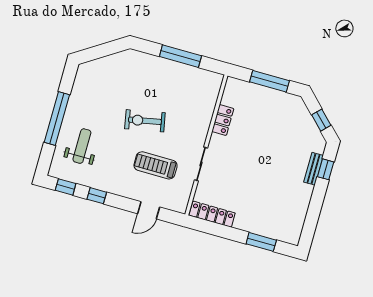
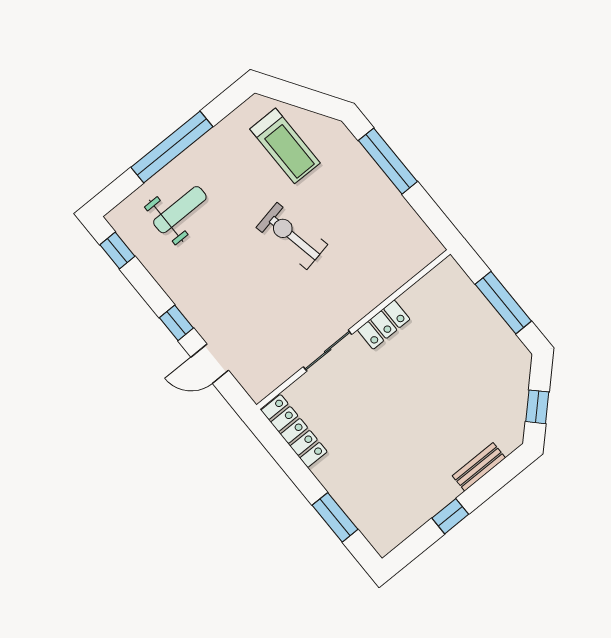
window: (180, 56) -> (388, 161), moved
locker: (223, 120) -> (384, 325), moved
treadmill: (156, 165) -> (285, 146), moved, turned 180
window: (326, 169) -> (450, 516), moved
window: (97, 196) -> (176, 323), moved

